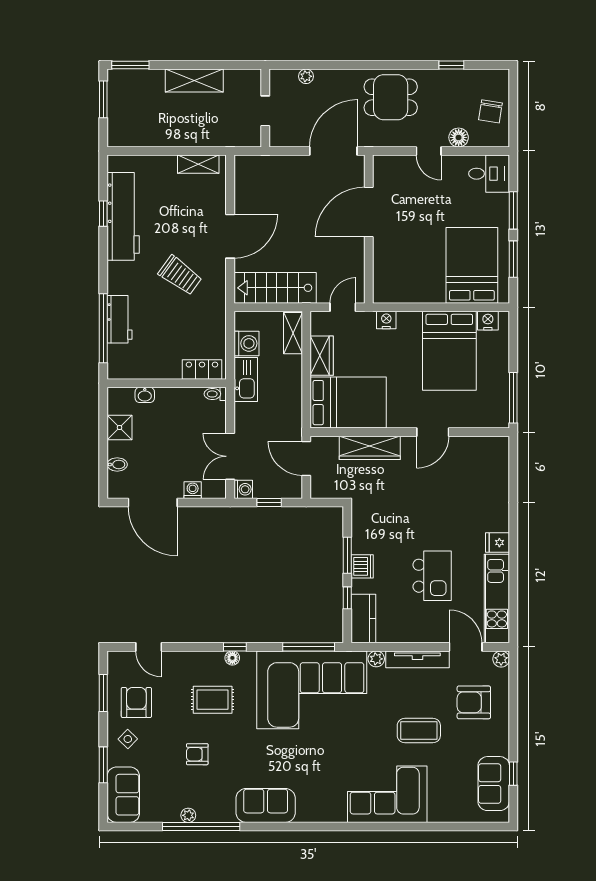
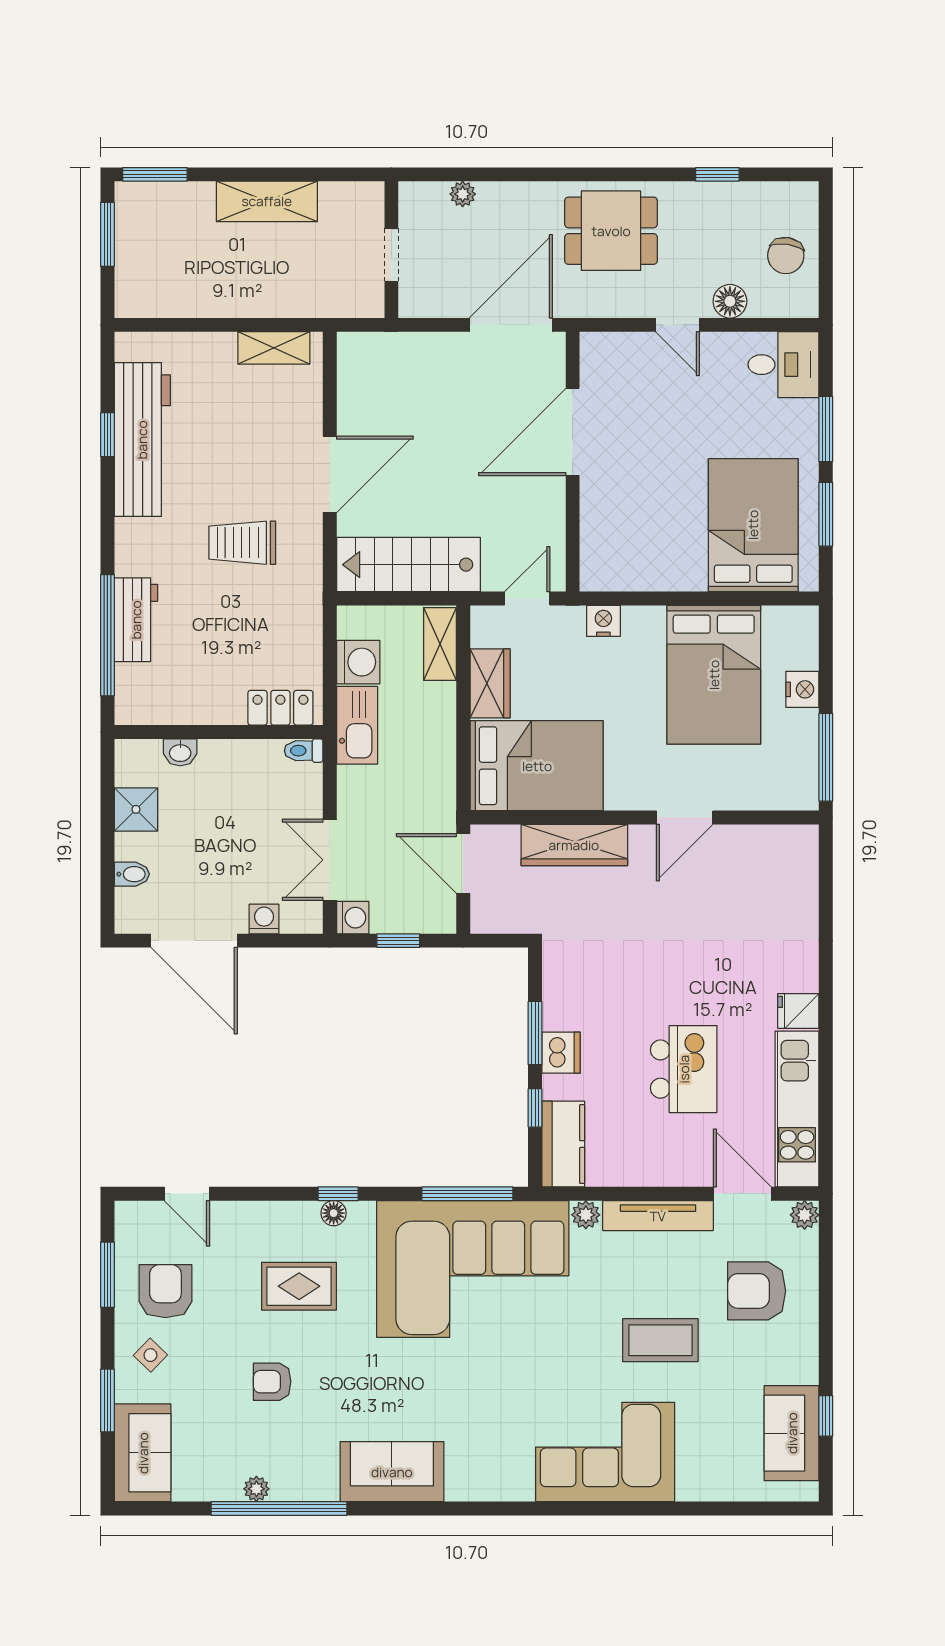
trolley: (180, 275) -> (242, 543), turned 144
nightstand: (488, 321) -> (802, 689), moved, turned 90

